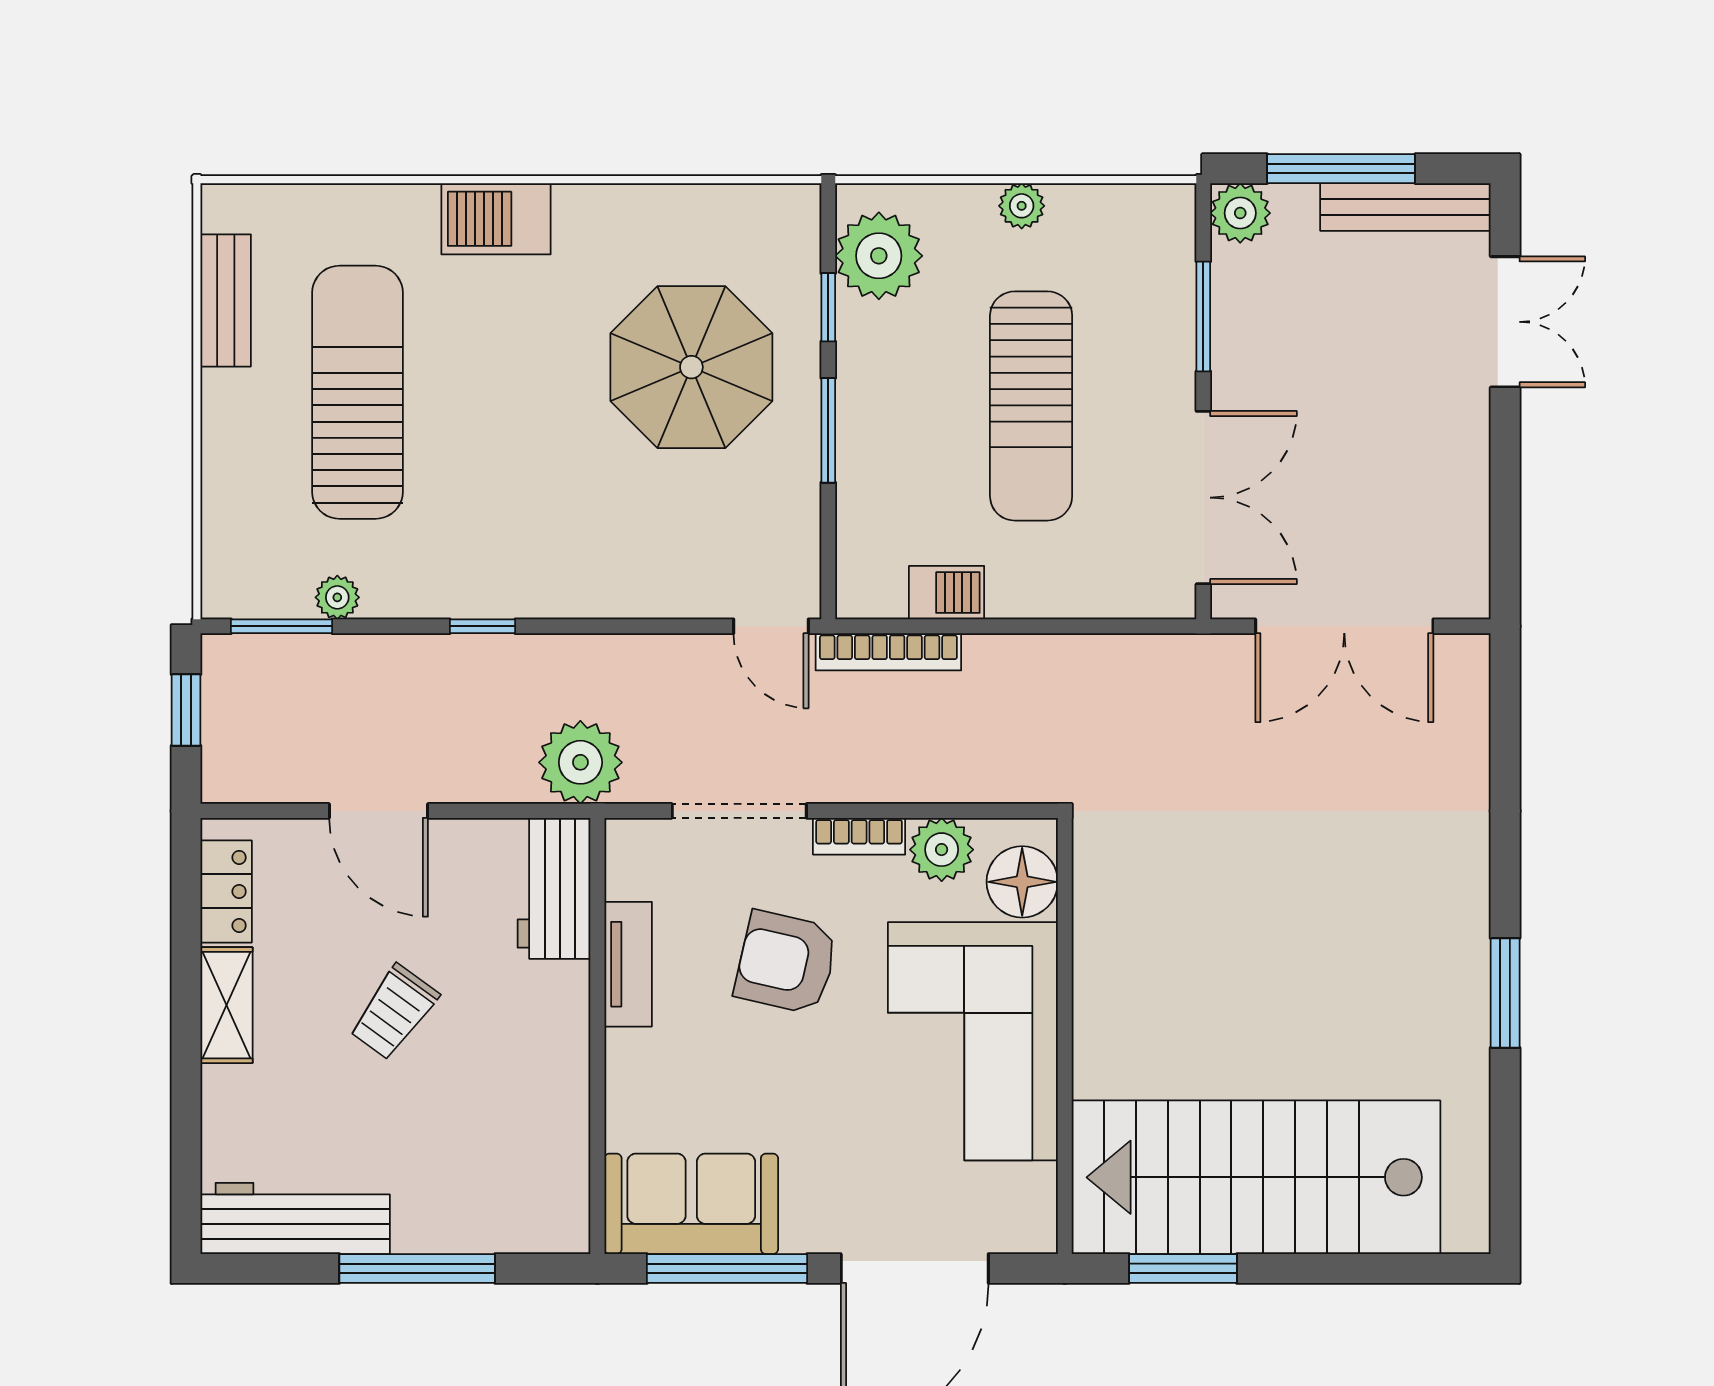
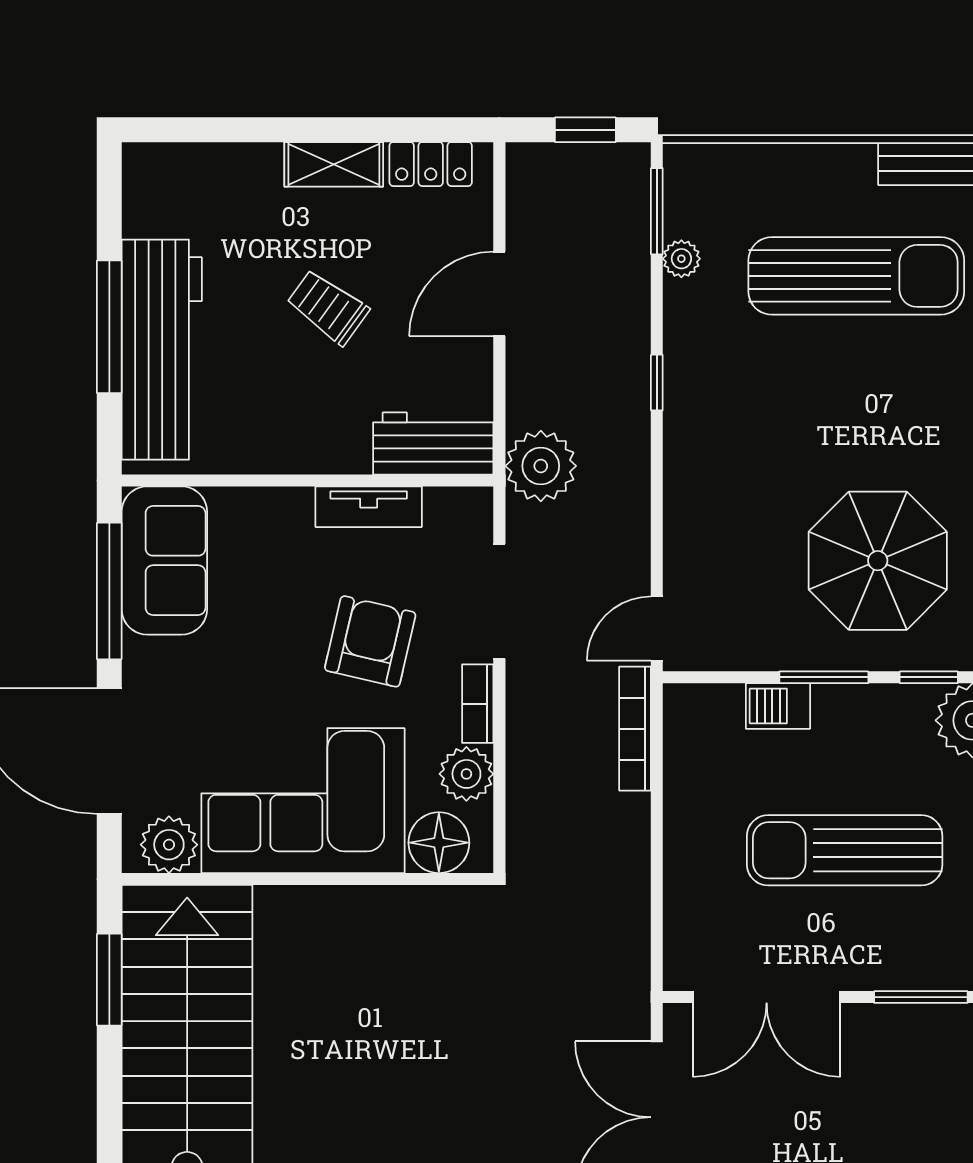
barbecue: (947, 593) -> (778, 706), moved, turned 90
plant: (1025, 1198) -> (169, 845), added
workbench: (295, 1218) -> (162, 350), moved, width x1.36, depth x1.32

